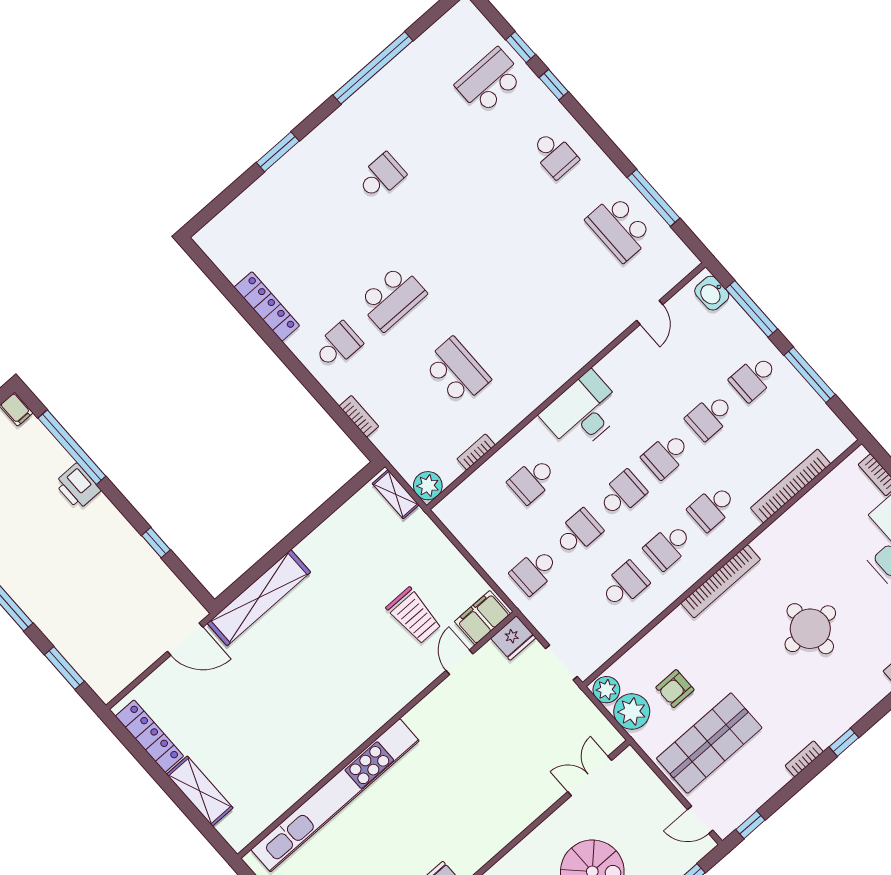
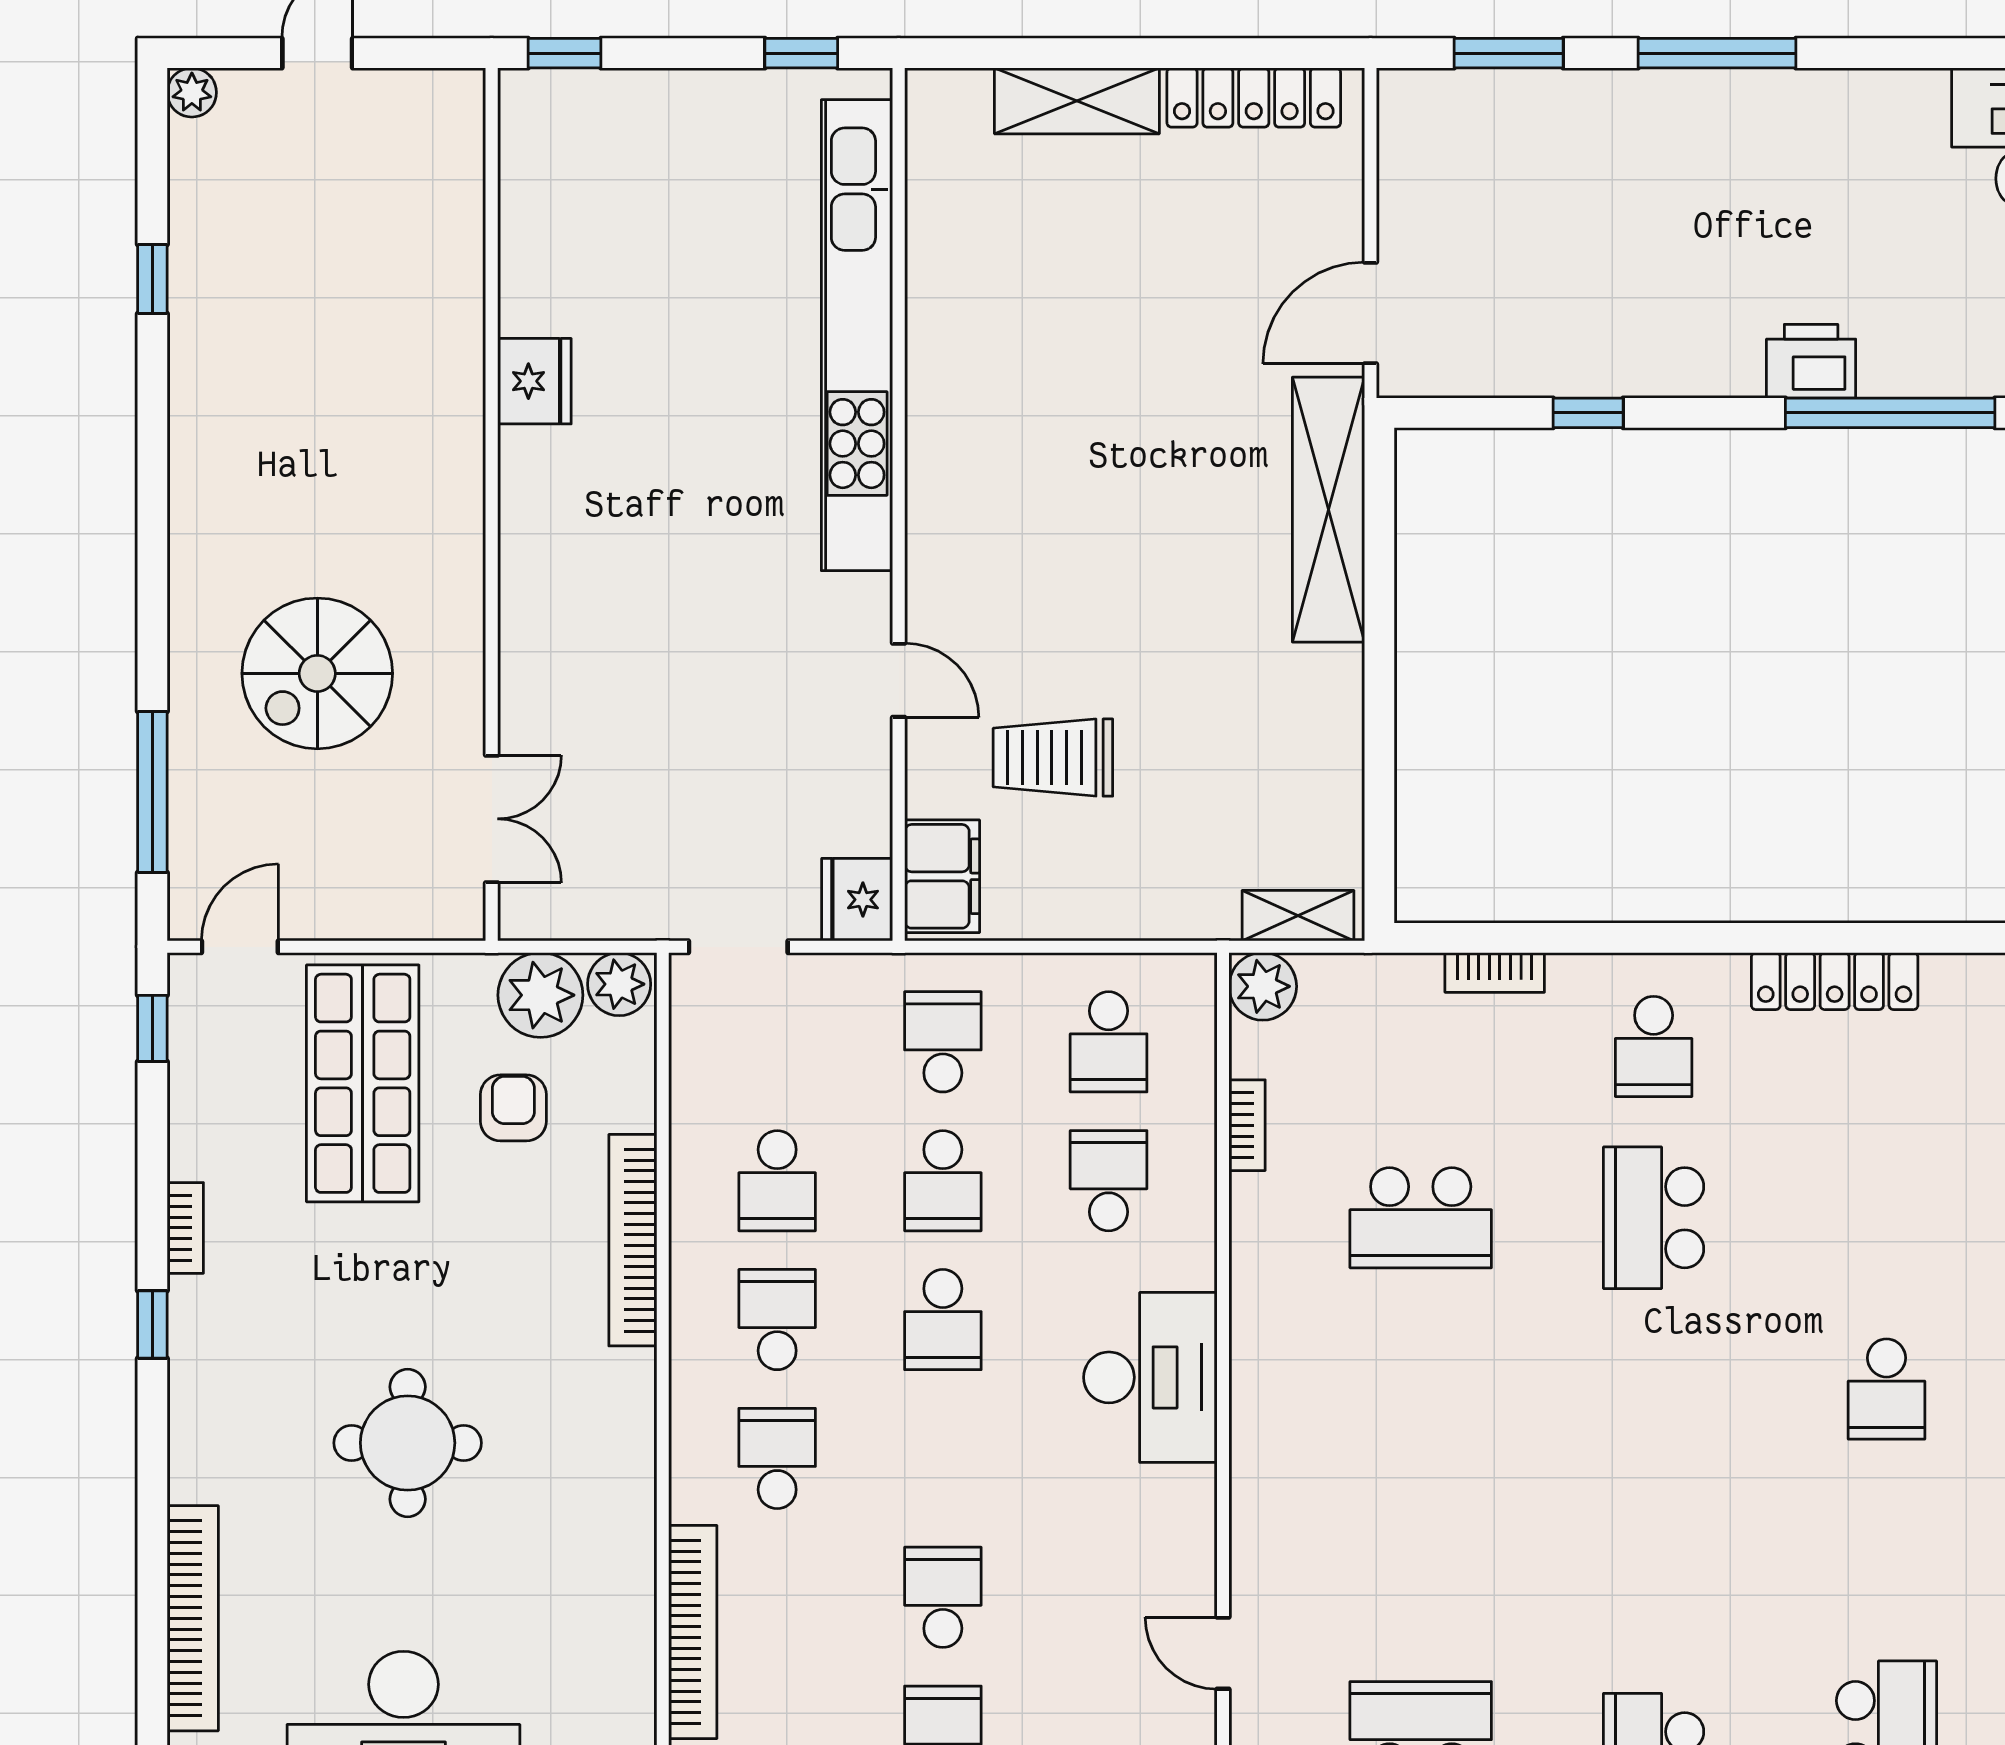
school desk: (666, 455) -> (1109, 1042), moved, turned 180
bookcase: (721, 581) -> (633, 1240), moved
door: (459, 662) -> (899, 680), moved

